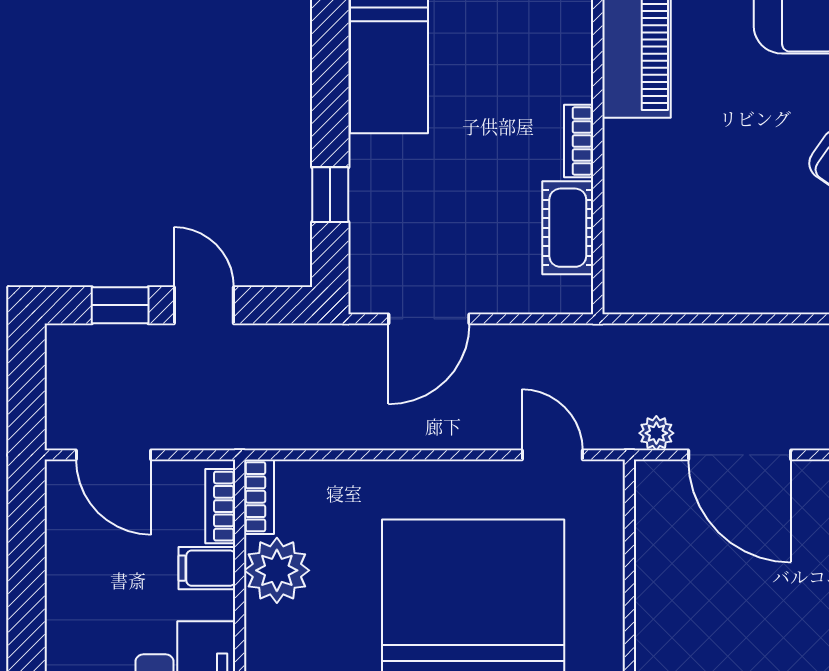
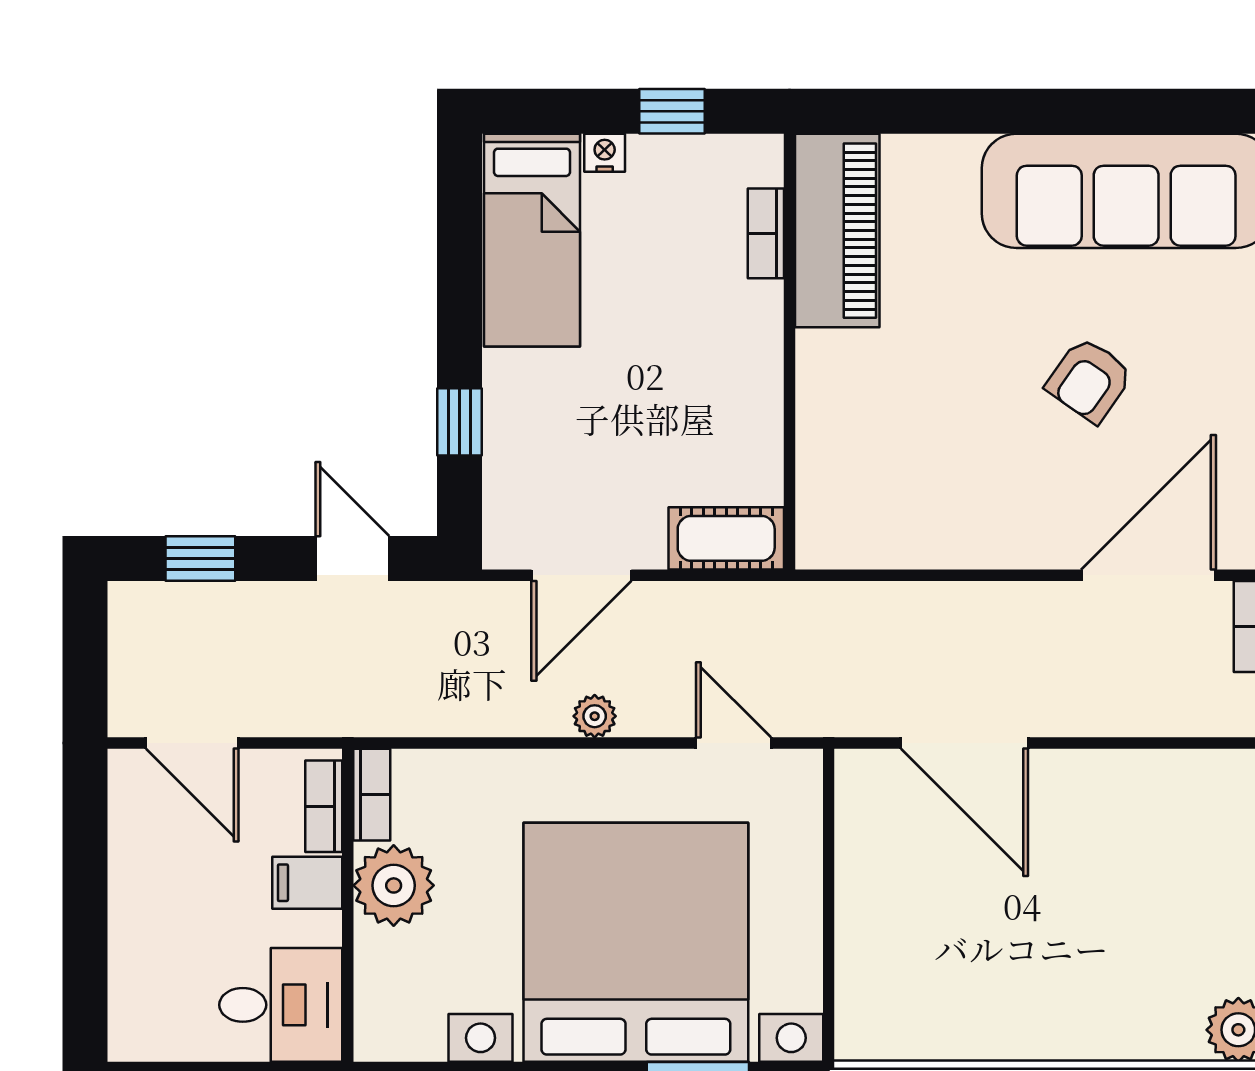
bookcase: (579, 141) -> (766, 233), moved
cot: (568, 228) -> (726, 538), moved, turned 90
door: (204, 305) -> (352, 559), moved
plant: (656, 433) -> (595, 716), moved

